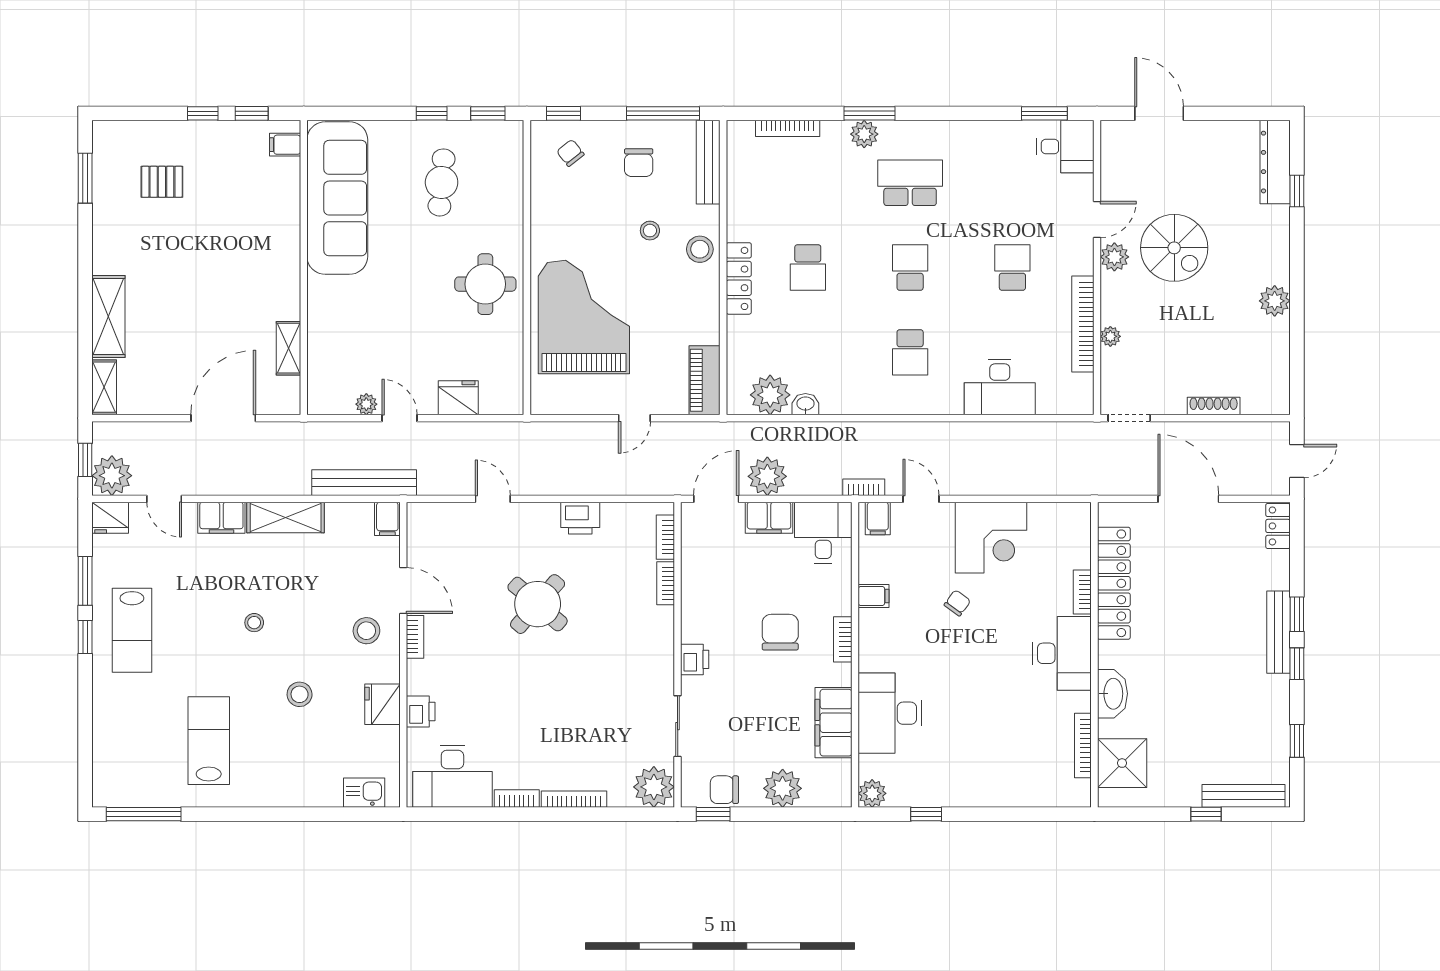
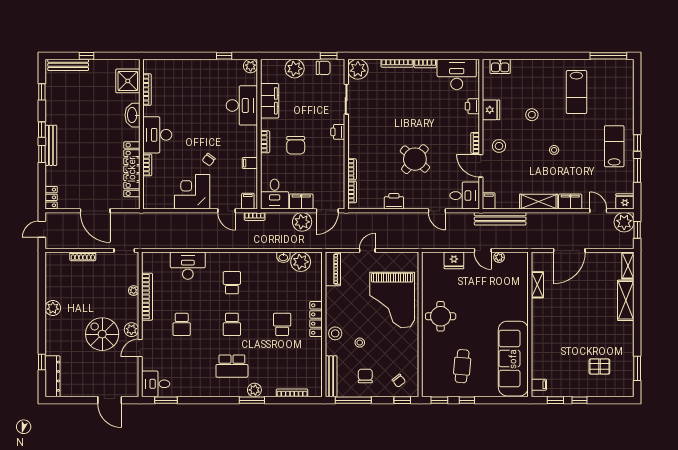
desk: (436, 530) -> (465, 196), added

